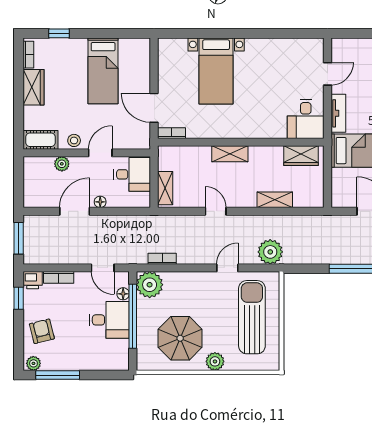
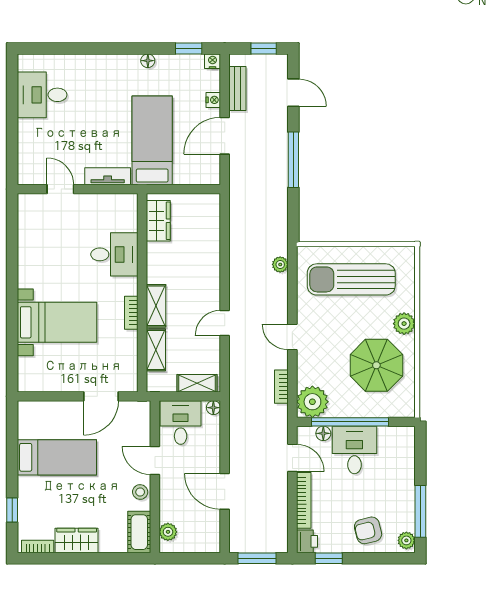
desk: (306, 119) -> (114, 254), moved
bookcase: (171, 133) -> (131, 313), moved
plant: (62, 164) -> (168, 532), moved
shelving: (275, 200) -> (156, 350), moved
floor lamp: (100, 202) -> (213, 408), moved
plant: (270, 252) -> (280, 264), width x0.53, depth x0.53
door: (103, 268) -> (292, 458), hinge flipped
door: (227, 268) -> (292, 337), moved
bookcase: (59, 277) -> (304, 500), width x1.56

